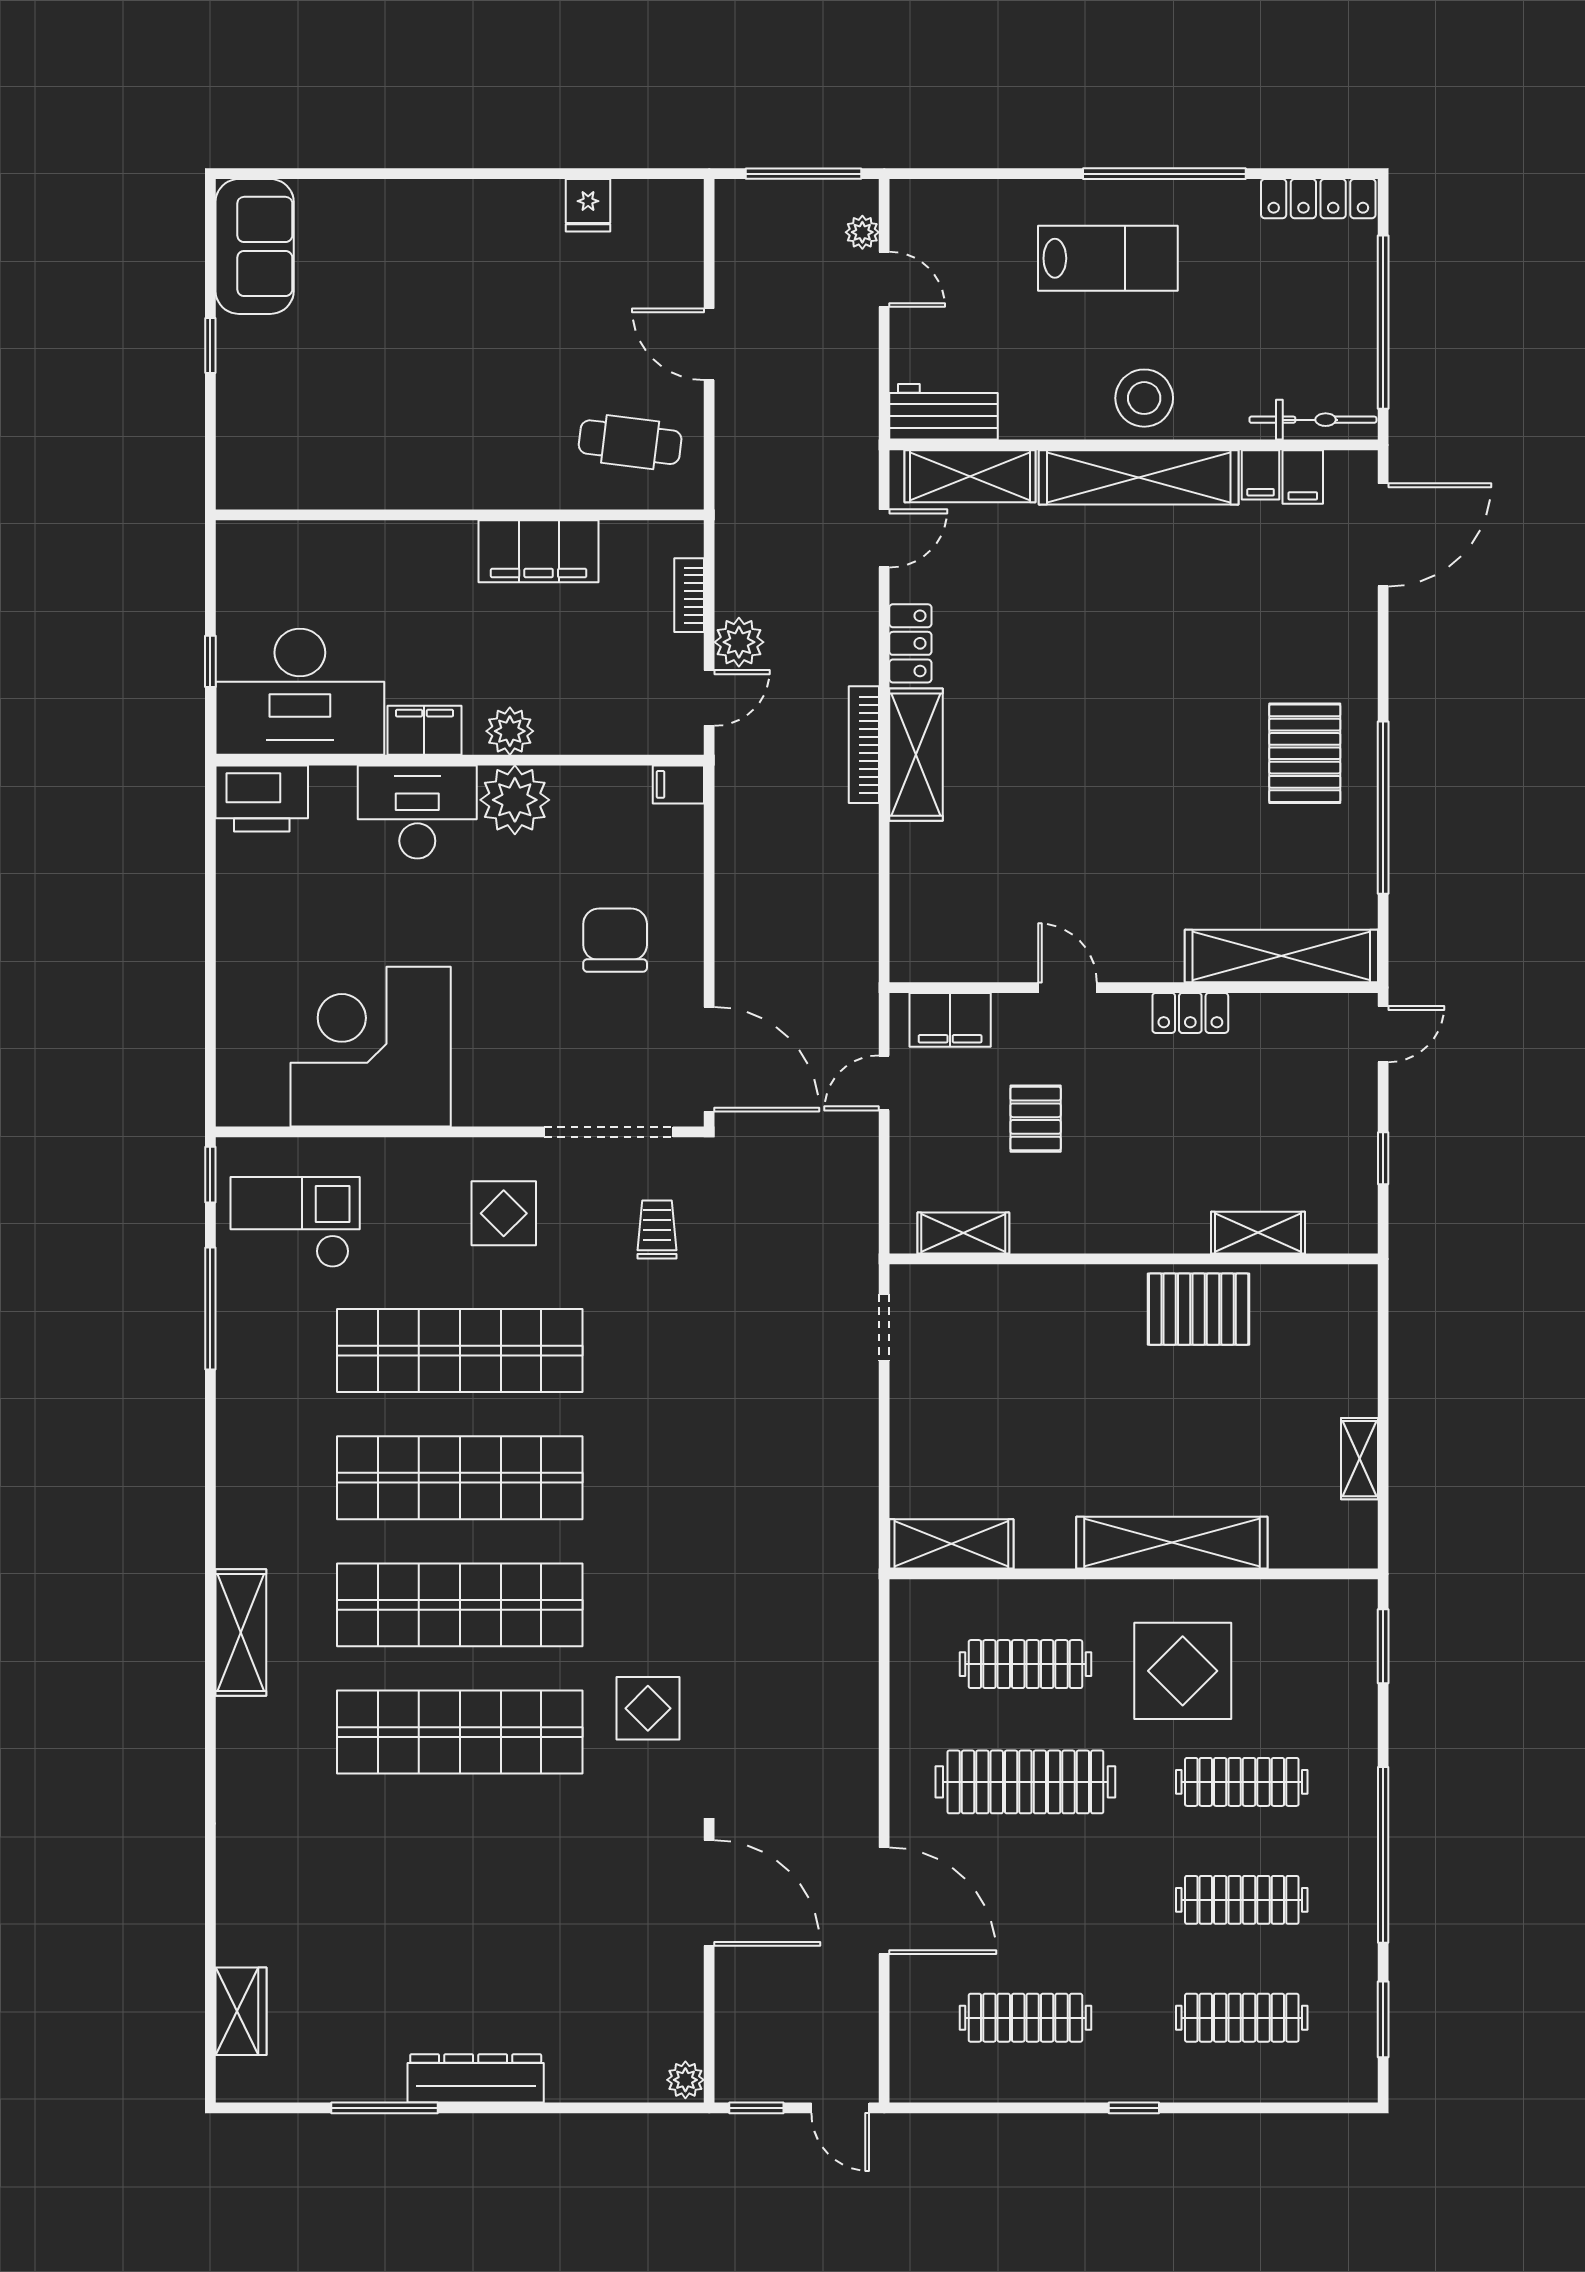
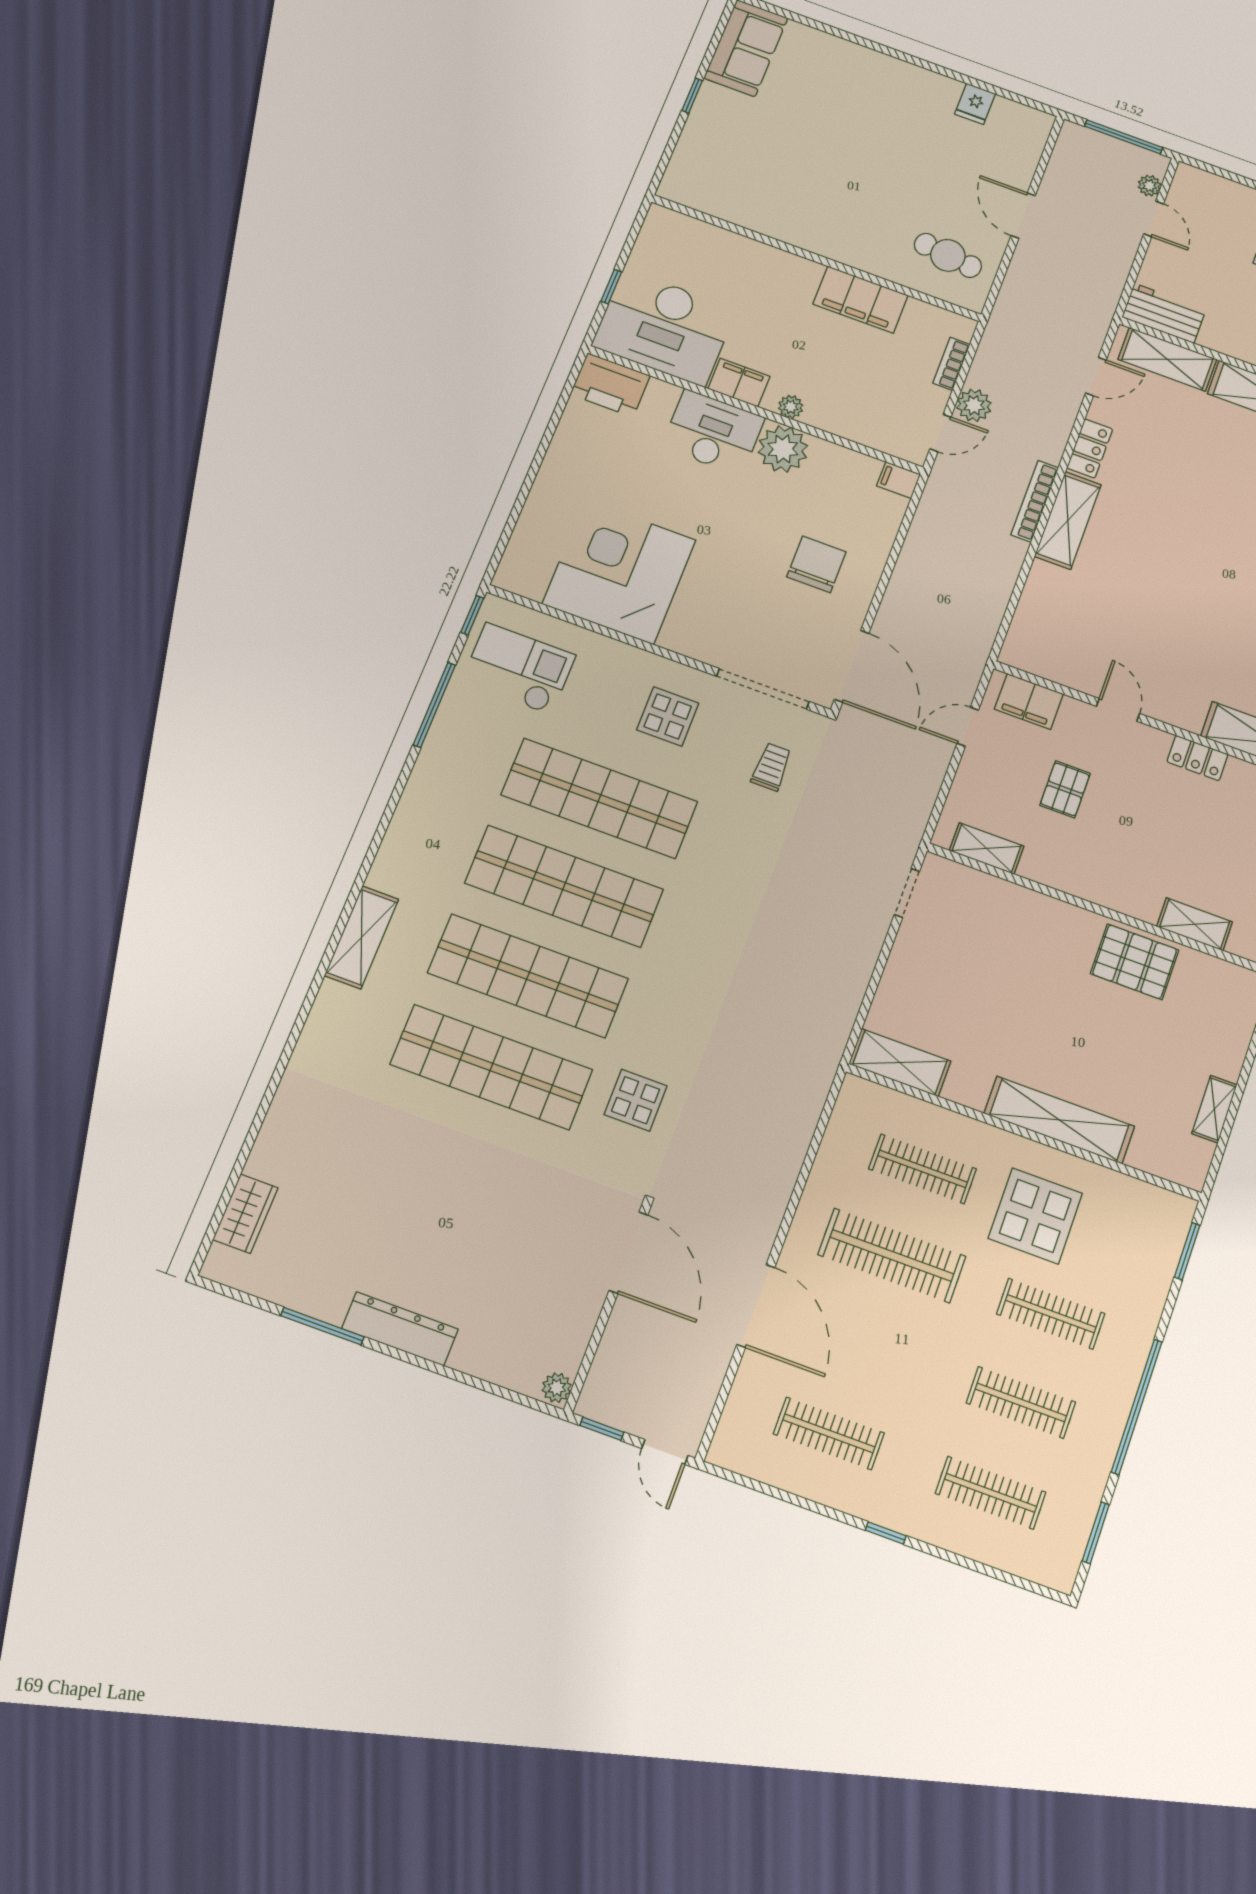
plant: (510, 731) -> (791, 407), width x0.73, depth x0.73

